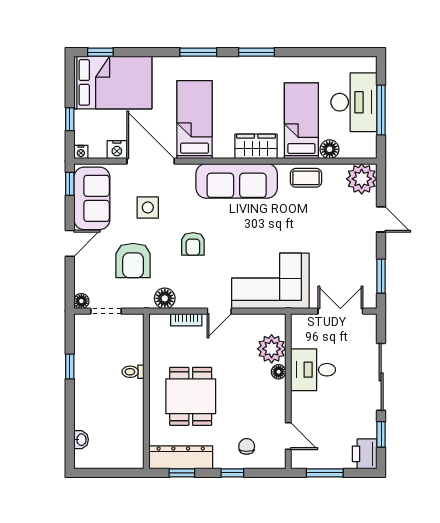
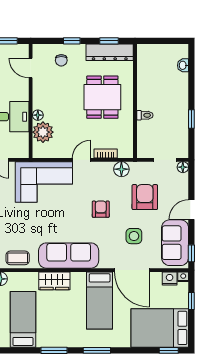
bed: (301, 121) -> (23, 319), moved, turned 180
nightstand: (117, 150) -> (170, 279), moved

